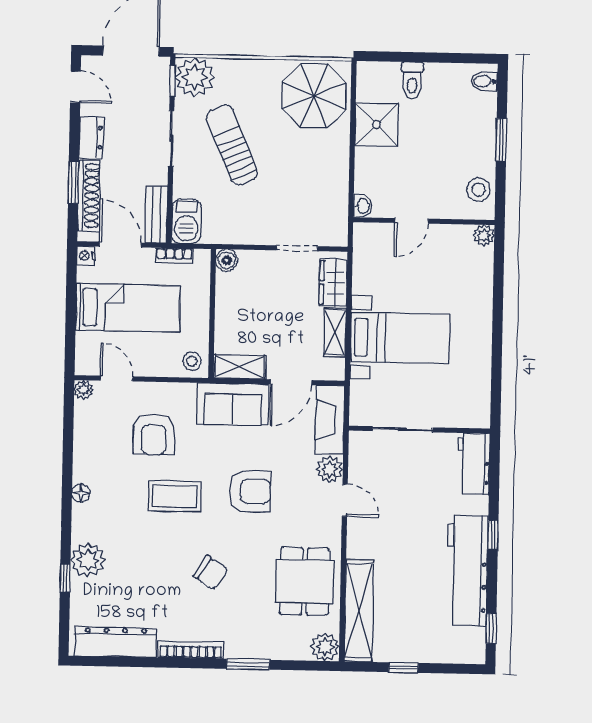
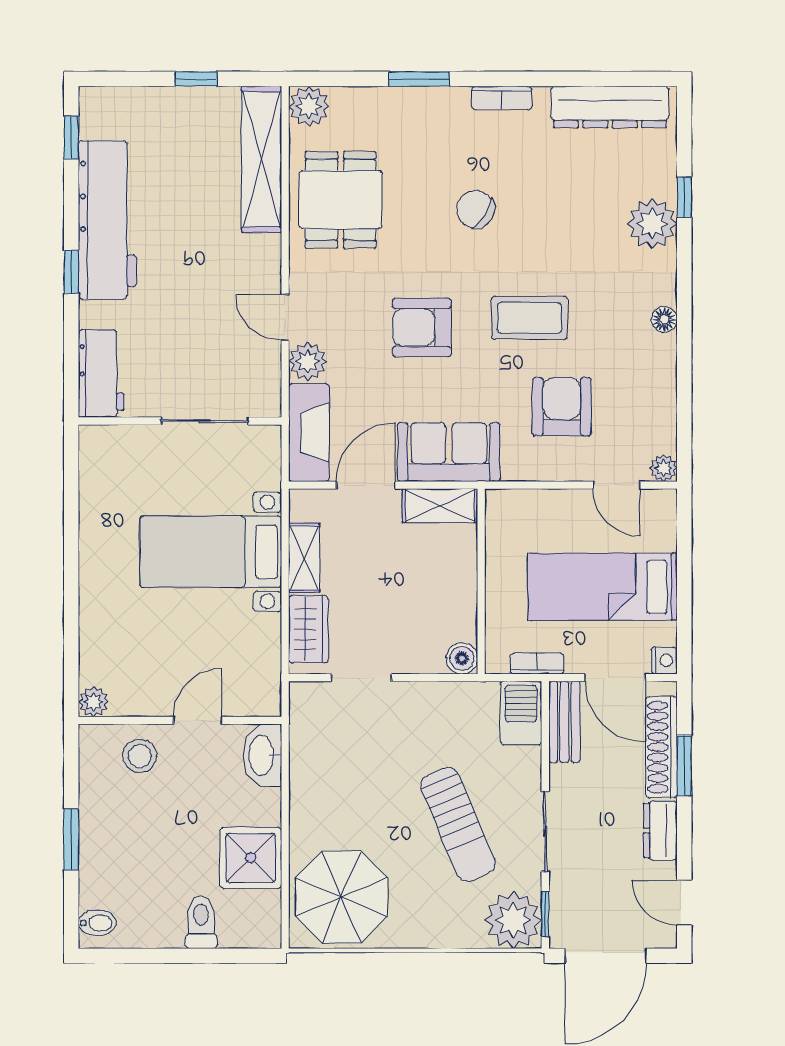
stool: (479, 190) -> (140, 756), moved
washbasin: (363, 206) -> (262, 755), width x1.91, depth x1.45
stool: (192, 361) -> (509, 512), removed
bookcase: (191, 650) -> (502, 98), width x0.64

